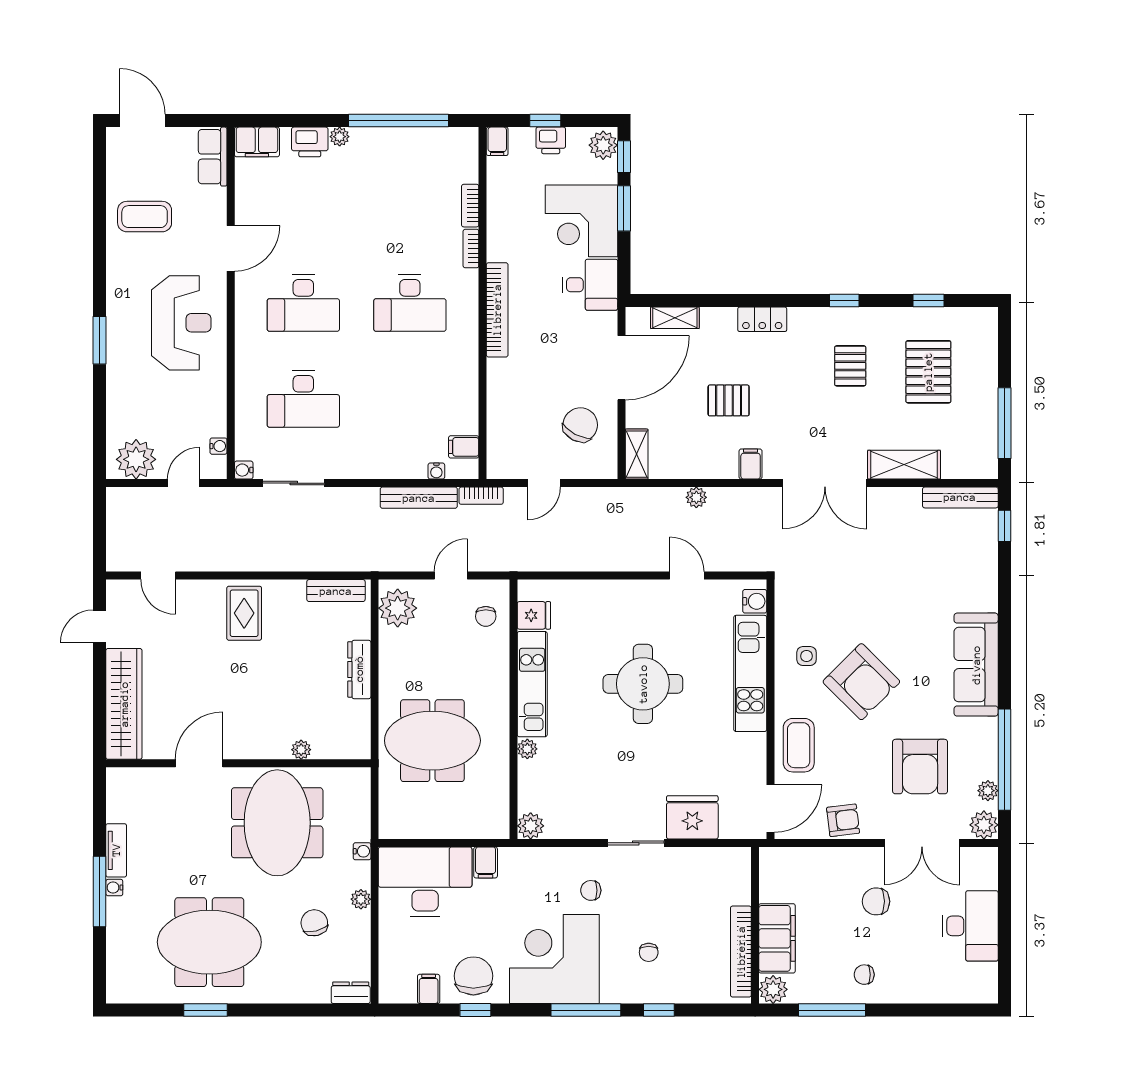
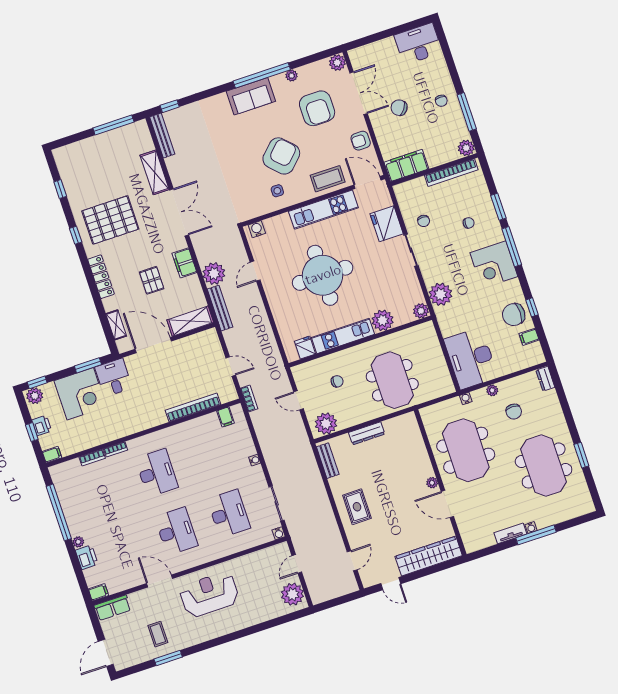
filing cabinet: (257, 142) -> (98, 592), width x0.50
window: (624, 208) -> (88, 365), moved
coffee table: (145, 217) -> (158, 634), width x0.73, depth x0.77
bookcase: (497, 310) -> (193, 407), moved
locker: (762, 319) -> (101, 277), width x1.53
window: (100, 340) -> (168, 658), moved
pallet: (850, 366) -> (110, 220), width x2.05, depth x2.00
pallet: (928, 372) -> (99, 176), removed
chair: (580, 425) -> (192, 357), removed
water cooler: (218, 446) -> (270, 551), removed
shelving: (637, 454) -> (190, 321), width x1.50, depth x1.33
filing cabinet: (751, 464) -> (184, 263), width x2.00
water cooler: (436, 471) -> (255, 460), moved
door: (183, 483) -> (297, 564), hinge flipped
plant: (696, 497) -> (214, 274), width x1.87, depth x1.87
bench: (419, 498) -> (220, 308), moved
rug: (244, 613) -> (357, 507), turned 90
chair: (486, 616) -> (337, 381), moved
sofa: (976, 665) -> (251, 96), width x0.73
kitchen unit: (750, 673) -> (323, 210), moved
round table: (643, 684) -> (323, 275), width x1.36, depth x1.36
plant: (527, 749) -> (383, 320), width x1.87, depth x1.87
plant: (301, 750) -> (432, 483), moved
window: (1004, 760) -> (262, 75), moved
armchair: (920, 767) -> (317, 108), turned 90
plant: (988, 791) -> (292, 76), moved
armchair: (843, 820) -> (361, 141), turned -83
meeting table: (277, 823) -> (466, 450), turned 90
filing cabinet: (486, 862) -> (449, 329), removed
plant: (547, 867) -> (441, 294), added
chair: (591, 890) -> (424, 221), moved
chair: (876, 901) -> (399, 108), turned 126
chair: (314, 923) -> (514, 412), turned -76
desk: (970, 926) -> (418, 44), moved
filing cabinet: (777, 938) -> (406, 166), moved
corner desk: (554, 959) -> (494, 265), width x0.74, depth x0.74
window: (659, 1010) -> (498, 207), width x1.50

